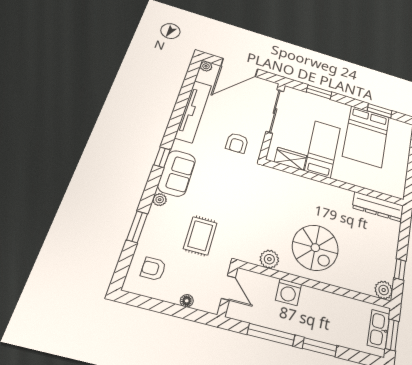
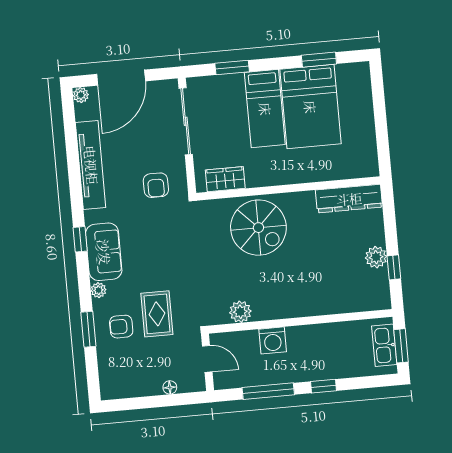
bed: (323, 149) -> (265, 109), moved, turned 180
spiral stairs: (315, 248) -> (258, 228), moved
armchair: (153, 269) -> (121, 327), moved
plant: (384, 290) -> (376, 257), moved
window: (320, 347) -> (324, 386), width x0.67

